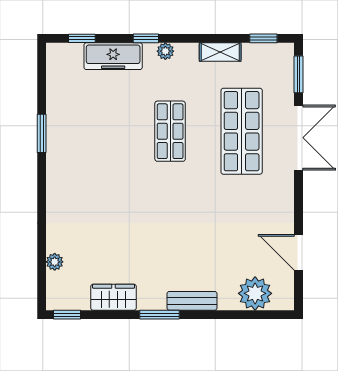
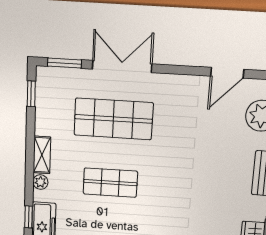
window: (146, 38) -> (29, 217), moved
shelving: (220, 52) -> (42, 155), moved

